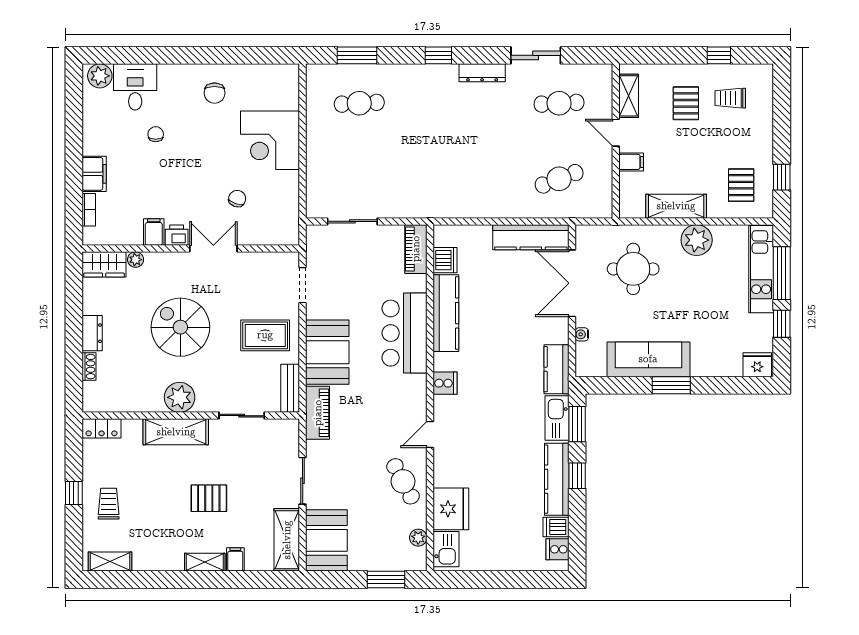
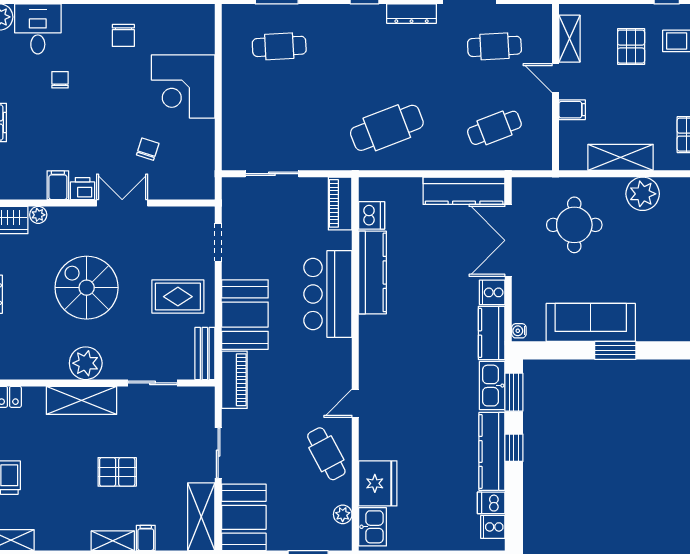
cafe table: (459, 179) -> (387, 128), added
water cooler: (582, 334) -> (519, 331), moved
cooker: (445, 383) -> (492, 292), moved, turned 180

